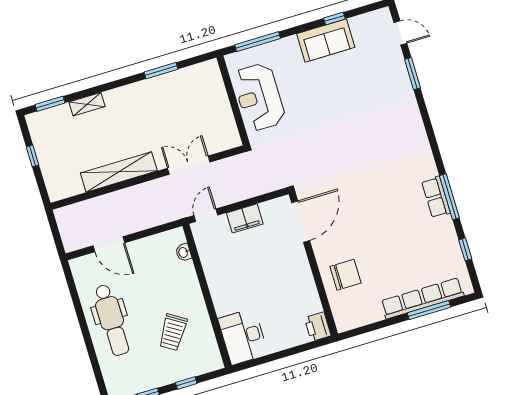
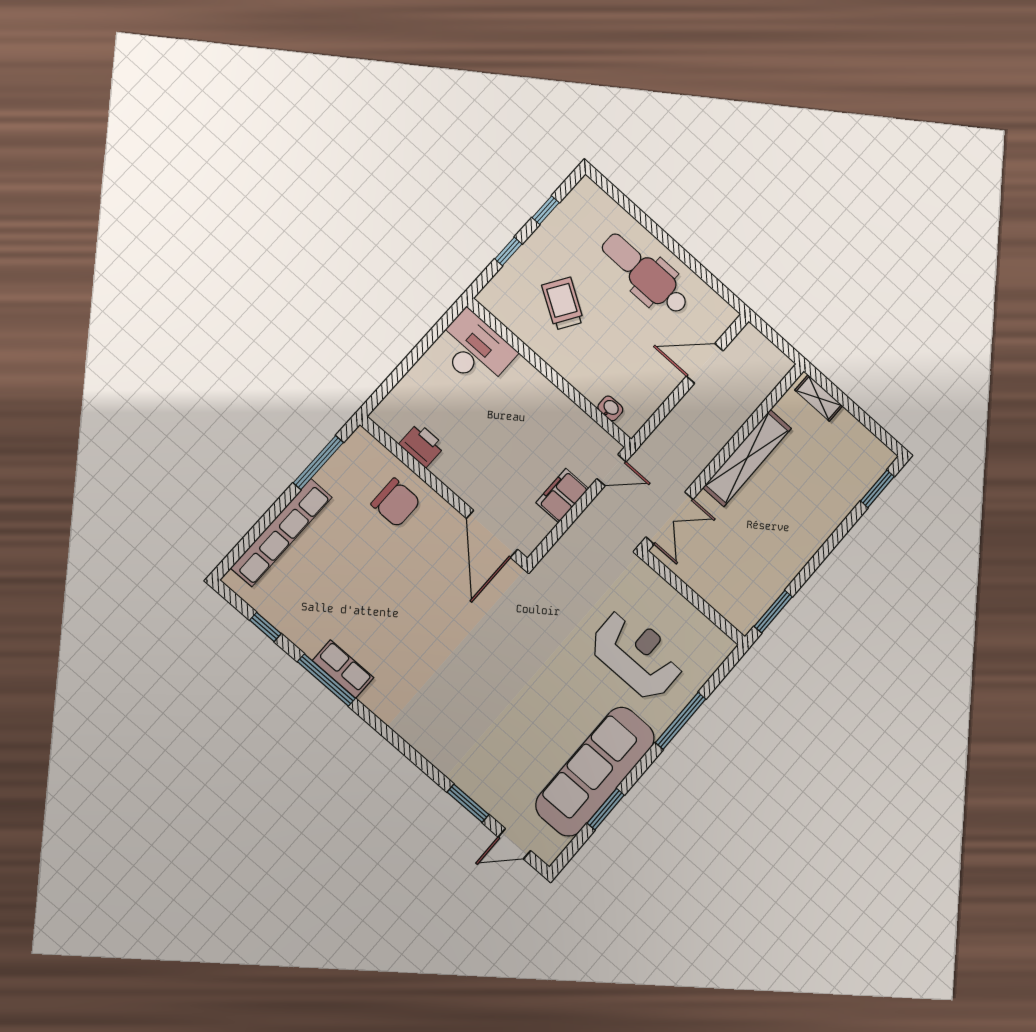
window: (334, 18) -> (606, 809), width x1.50
sofa: (326, 40) -> (595, 771), width x1.85, depth x1.27
wall: (233, 100) -> (693, 598), moved
shelving: (87, 104) -> (819, 398), moved, turned 90
window: (33, 156) -> (859, 414), removed
door: (206, 215) -> (611, 470), hinge flipped
chair: (346, 275) -> (396, 503), turned -90
window: (429, 310) -> (318, 463), moved
printer: (318, 327) -> (422, 445), moved

